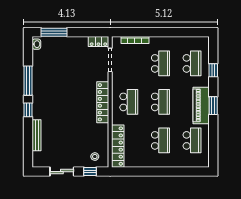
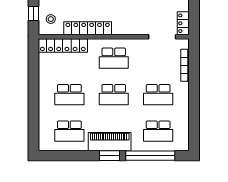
window: (213, 70) -> (150, 156), width x3.17
locker: (103, 102) -> (88, 28), moved

